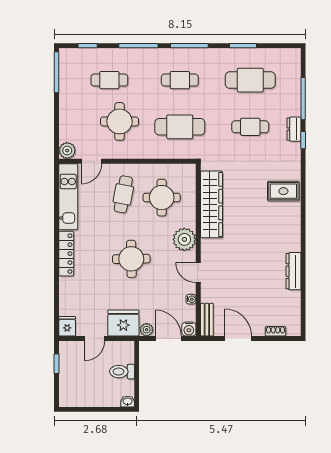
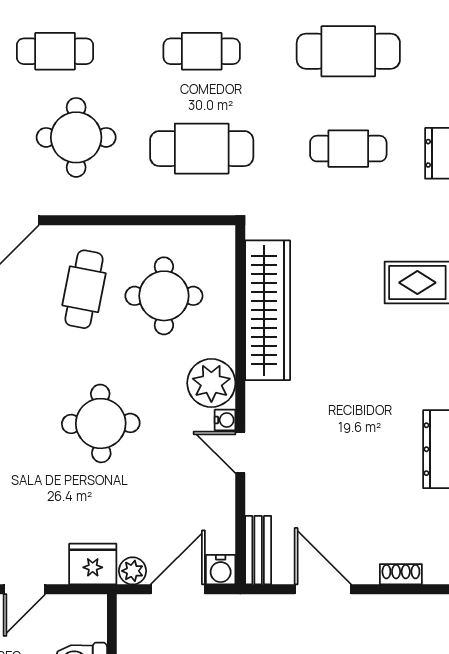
water cooler: (191, 299) -> (225, 420), moved
fridge: (123, 323) -> (93, 564), width x0.73, depth x0.75
door: (168, 338) -> (178, 589), hinge flipped

